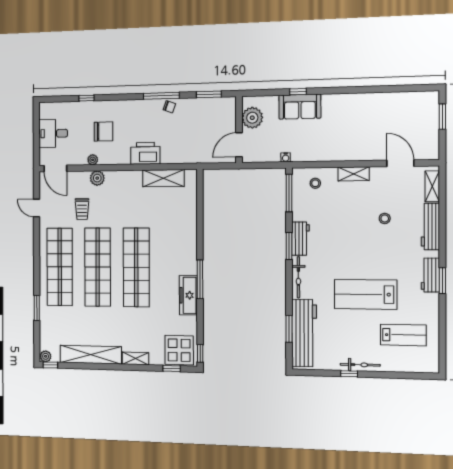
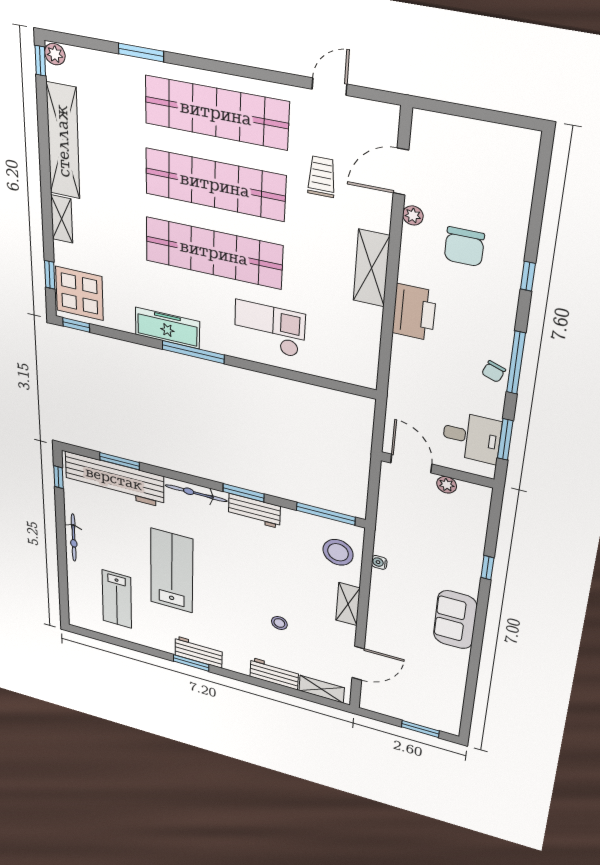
window: (86, 98) -> (528, 276), moved
sofa: (300, 107) -> (455, 620), moved
plant: (252, 118) -> (447, 485), width x0.53, depth x0.53
desk: (53, 133) -> (472, 437), moved, turned 90
water cooler: (286, 157) -> (379, 562), moved
door: (55, 168) -> (401, 172), moved
plant: (97, 178) -> (377, 217), removed
shelving: (163, 178) -> (371, 268), moved
stool: (315, 183) -> (338, 552), width x1.89, depth x1.89
trolley: (82, 209) -> (322, 177), turned 90
workbench: (430, 226) -> (274, 674), width x0.73
checkout: (174, 234) -> (270, 329), added
window: (349, 374) -> (59, 477), moved

